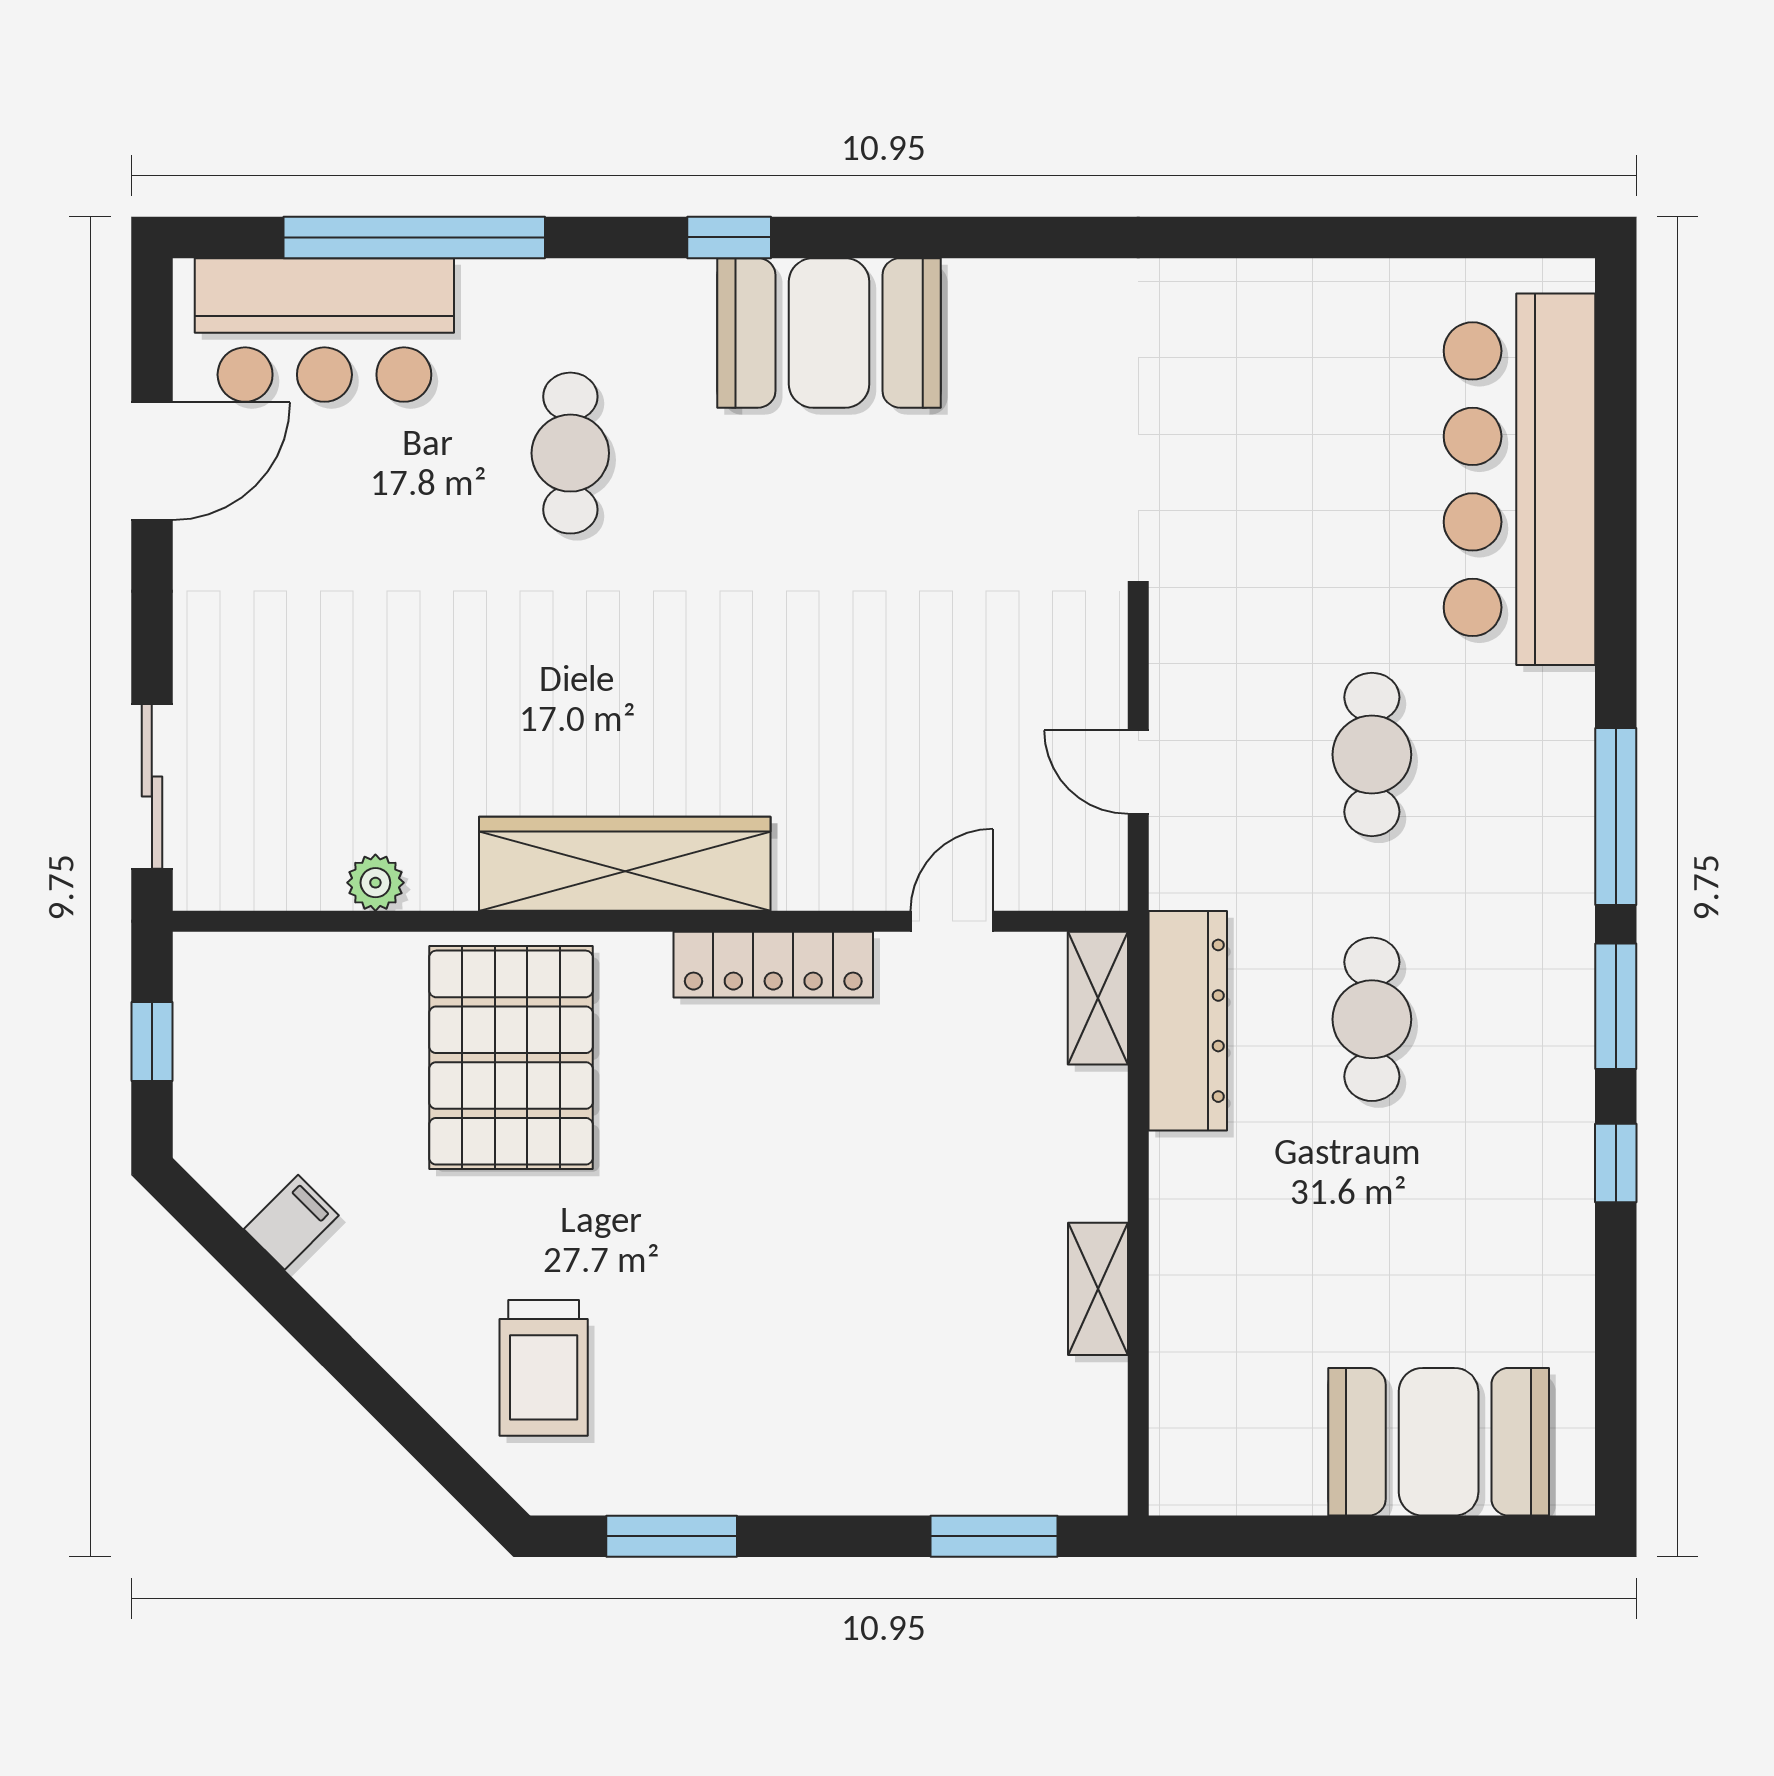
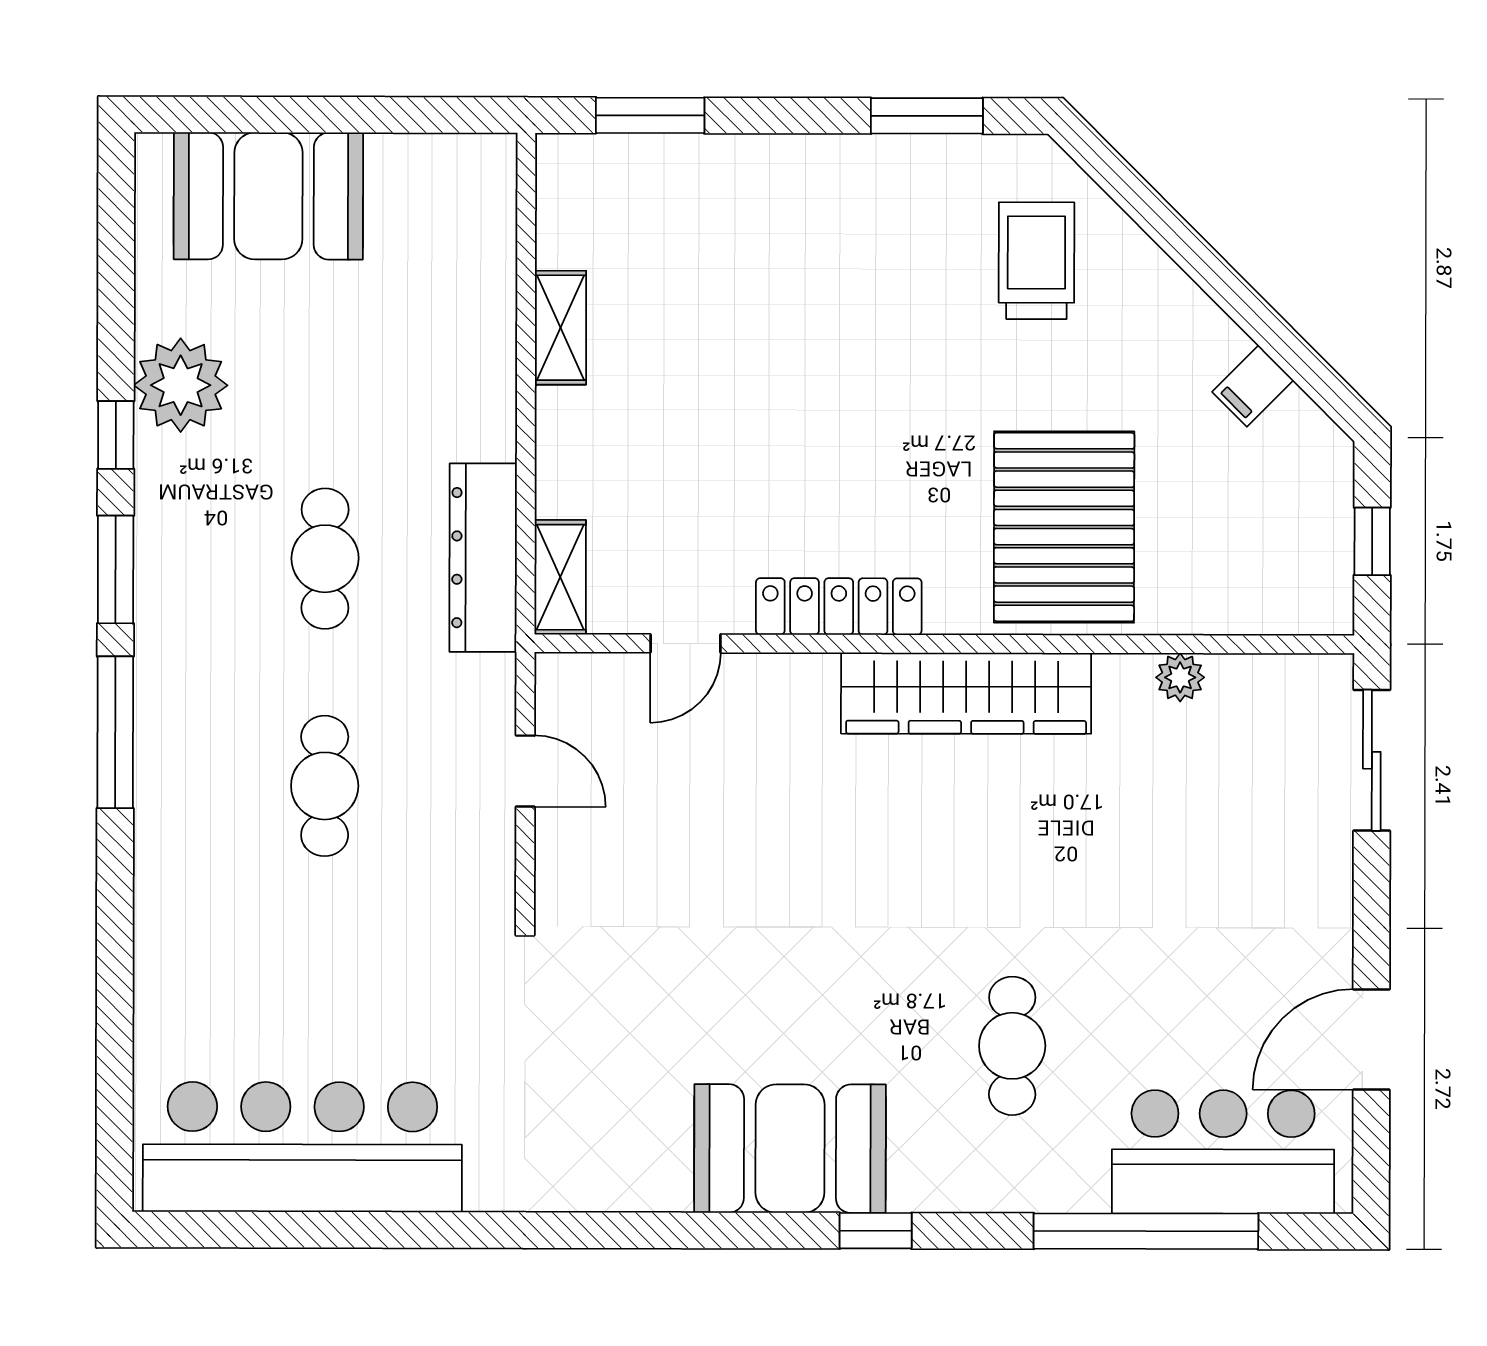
bar counter: (1520, 479) -> (302, 1147), moved, turned -90
plant: (1540, 1221) -> (181, 385), added

